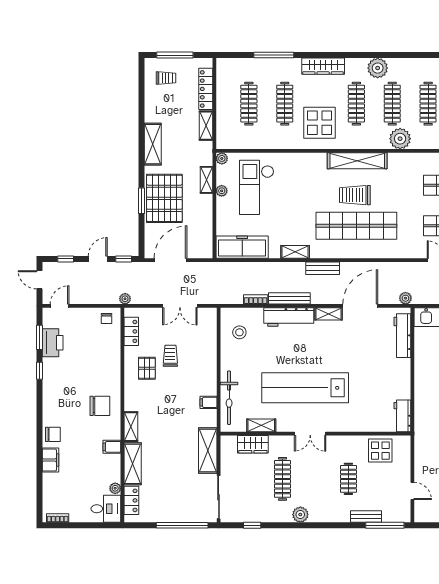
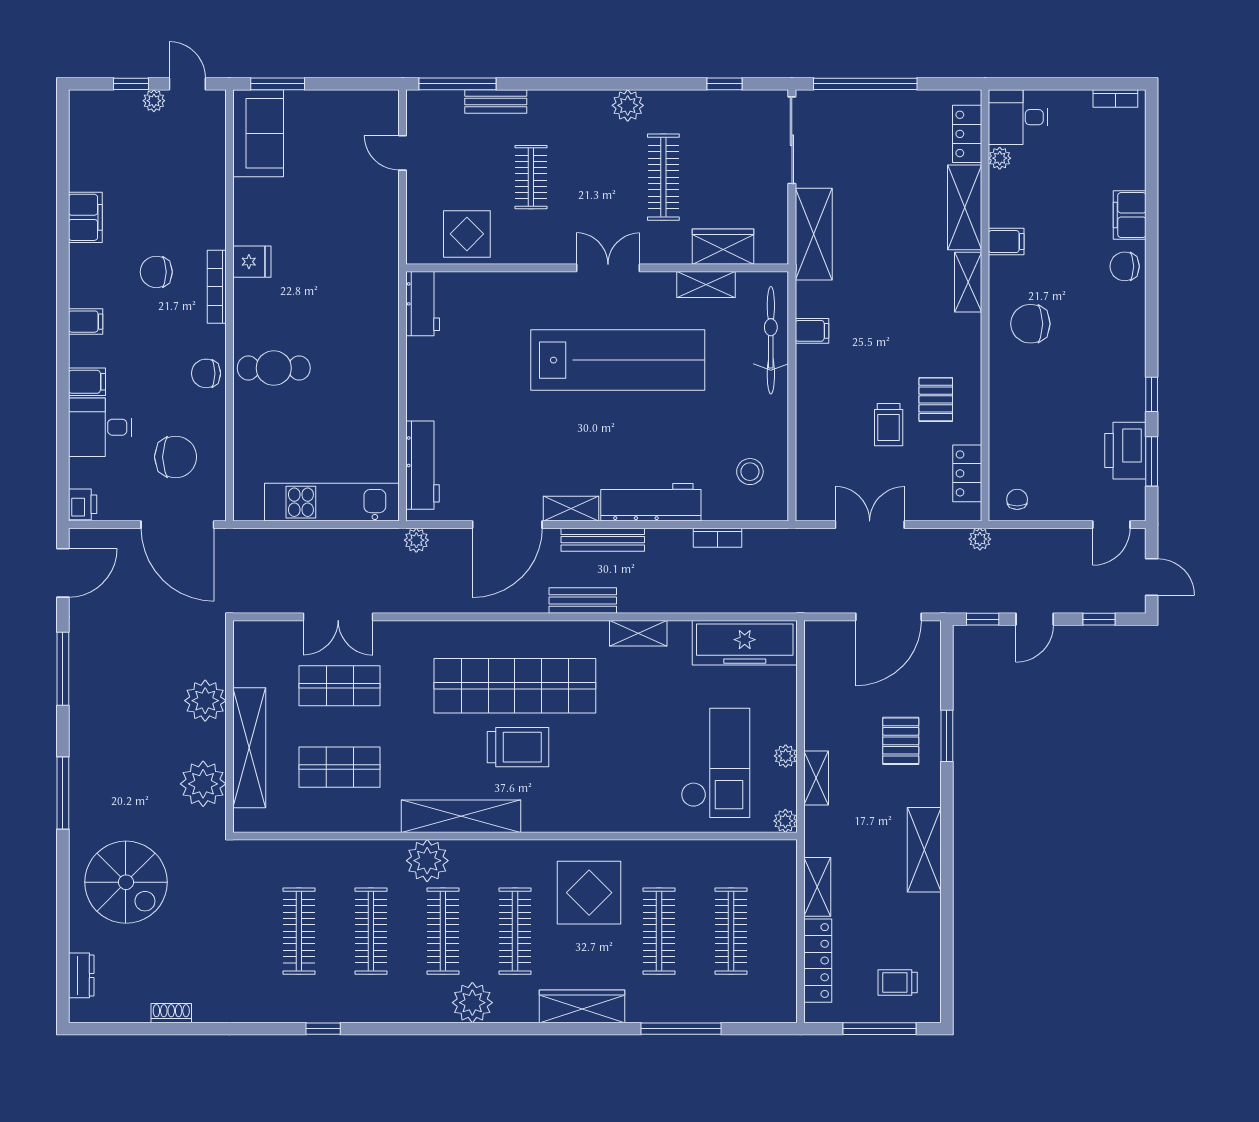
shelving: (357, 161) -> (461, 816), moved
pallet: (164, 198) -> (901, 741), width x0.49, depth x0.50
bench: (289, 298) -> (603, 540), moved

